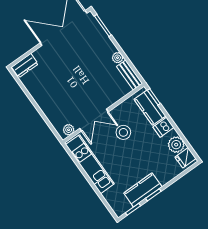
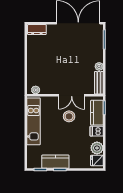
double door: (94, 120) -> (72, 95), moved

